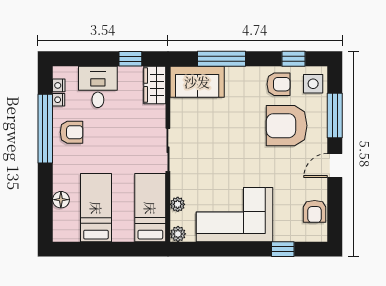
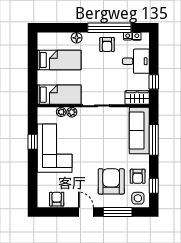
sofa: (197, 82) -> (139, 131), width x1.36
floor lamp: (61, 200) -> (77, 38), moved
armchair: (315, 211) -> (57, 199), turned 90
plant: (178, 234) -> (72, 112), moved
window: (283, 249) -> (33, 142), moved

